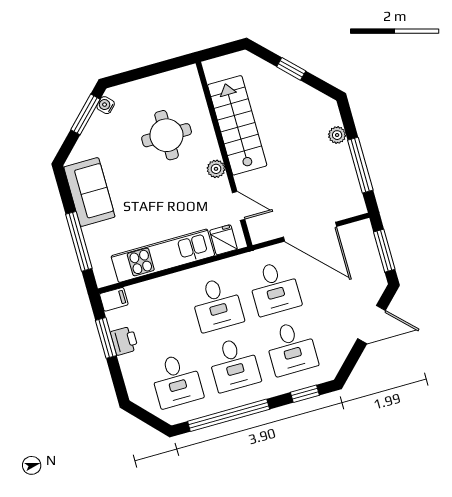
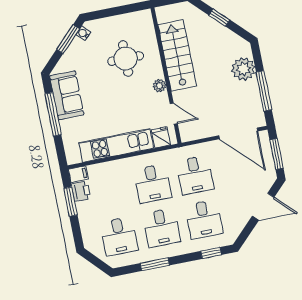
plant: (337, 135) -> (243, 69), width x1.87, depth x1.87
door: (310, 232) -> (238, 133), moved
window: (79, 241) -> (53, 114), moved
printer: (124, 341) -> (81, 191), moved
window: (229, 415) -> (155, 264), width x0.47

